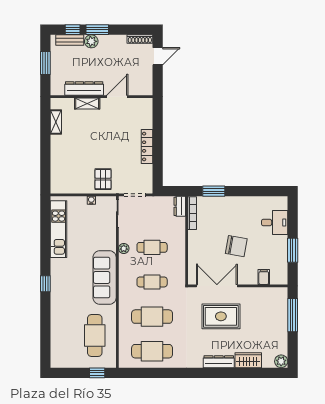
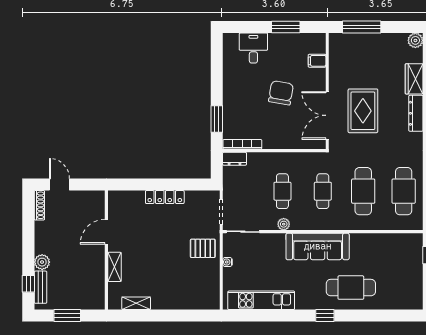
window: (97, 30) -> (28, 255), removed
dresser: (84, 88) -> (97, 270), removed
door: (117, 97) -> (106, 232), hinge flipped
cafe table: (95, 336) -> (351, 288), moved

